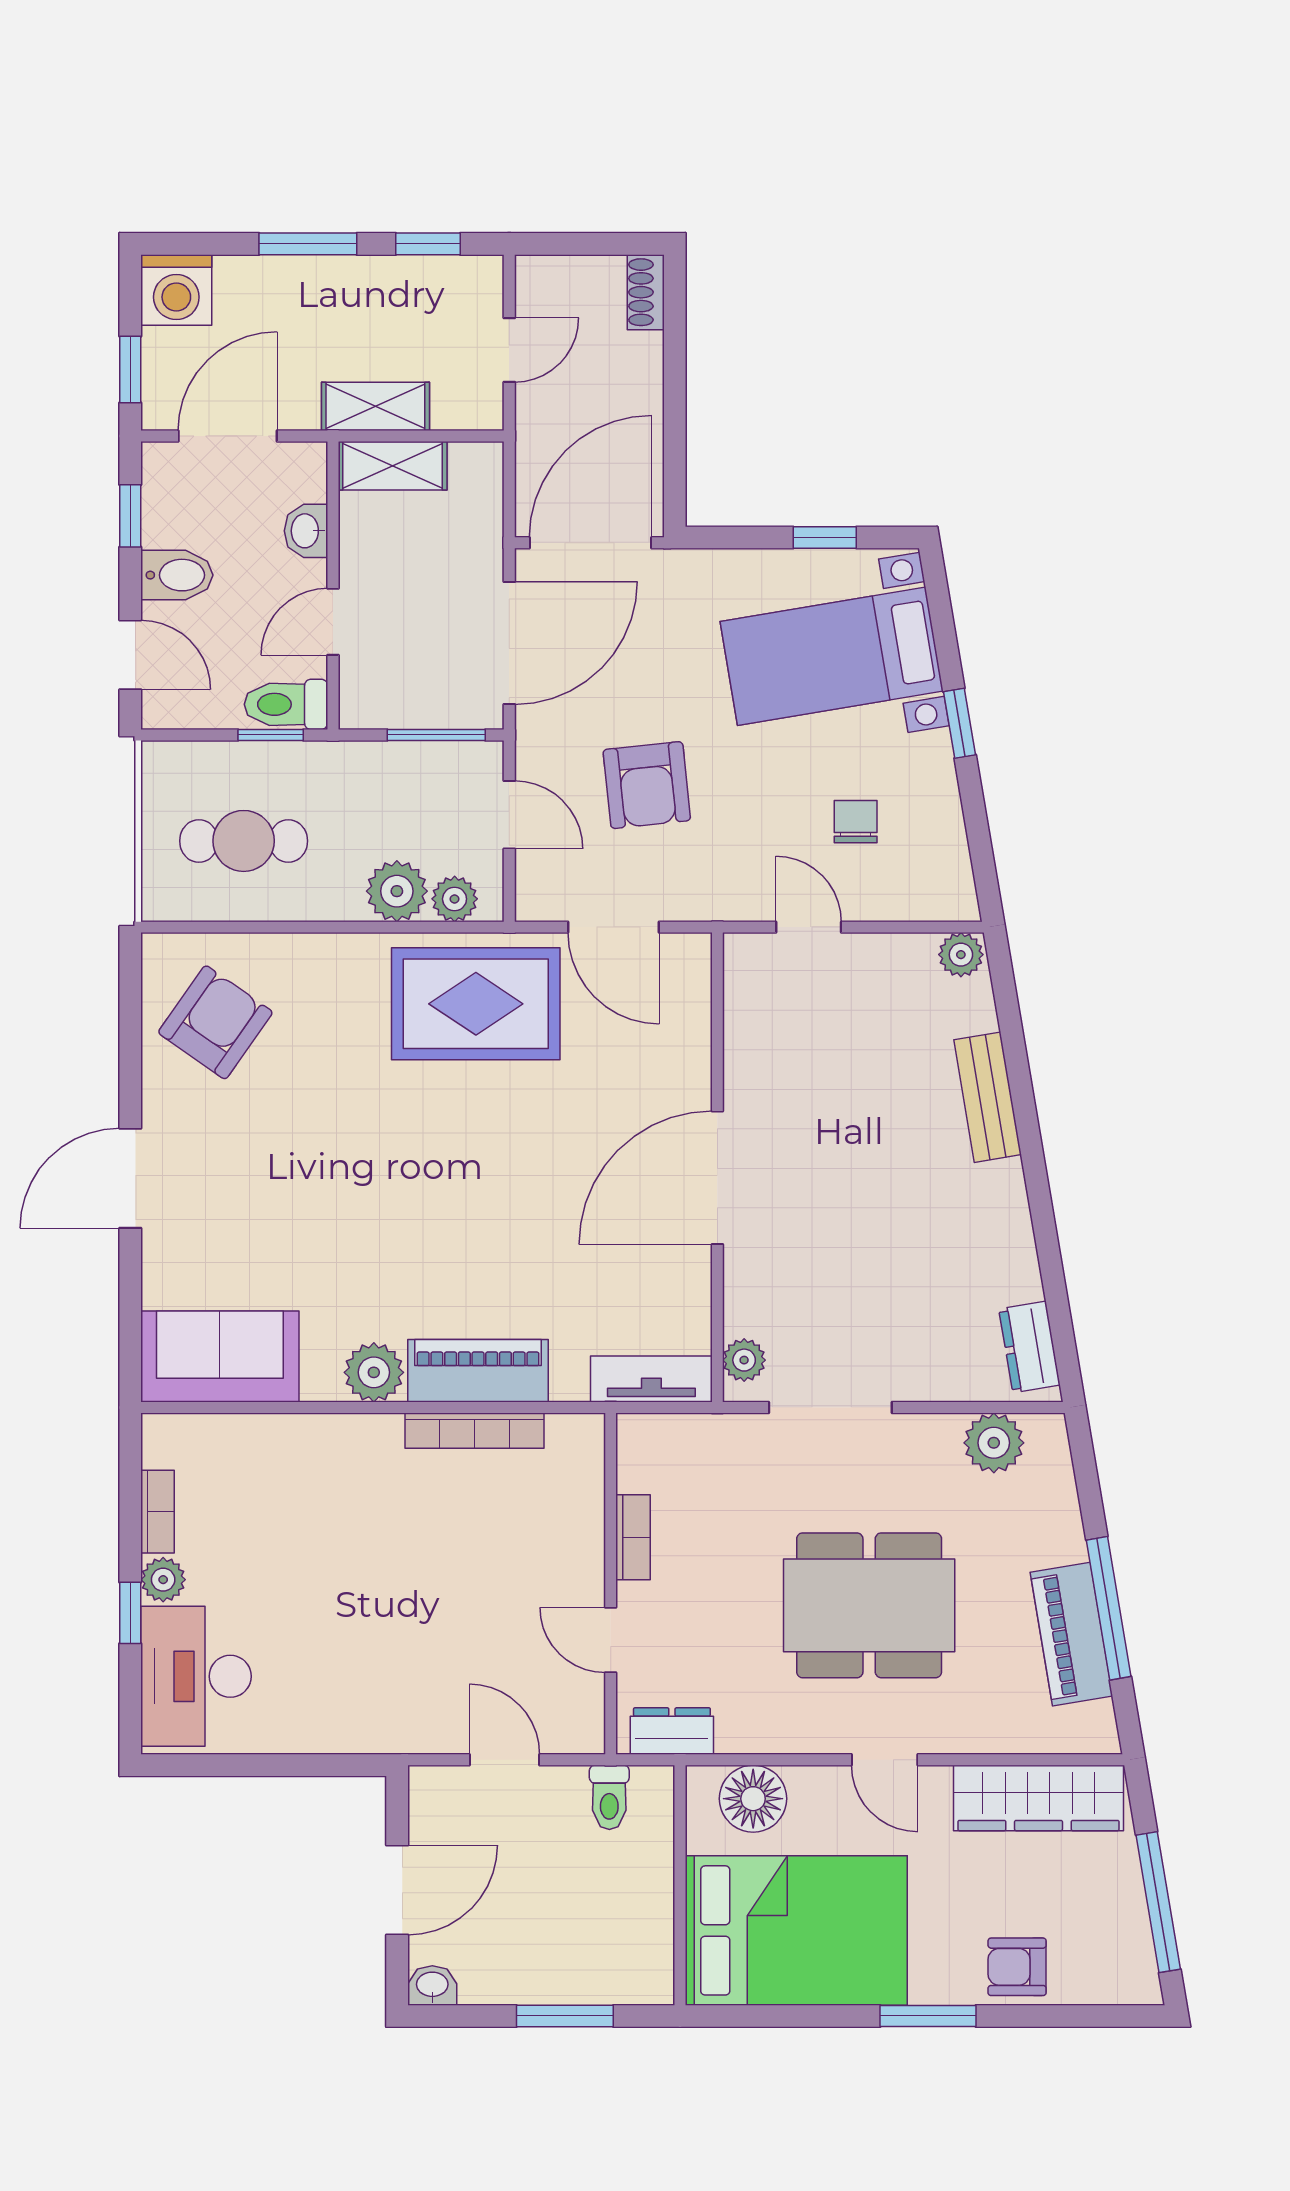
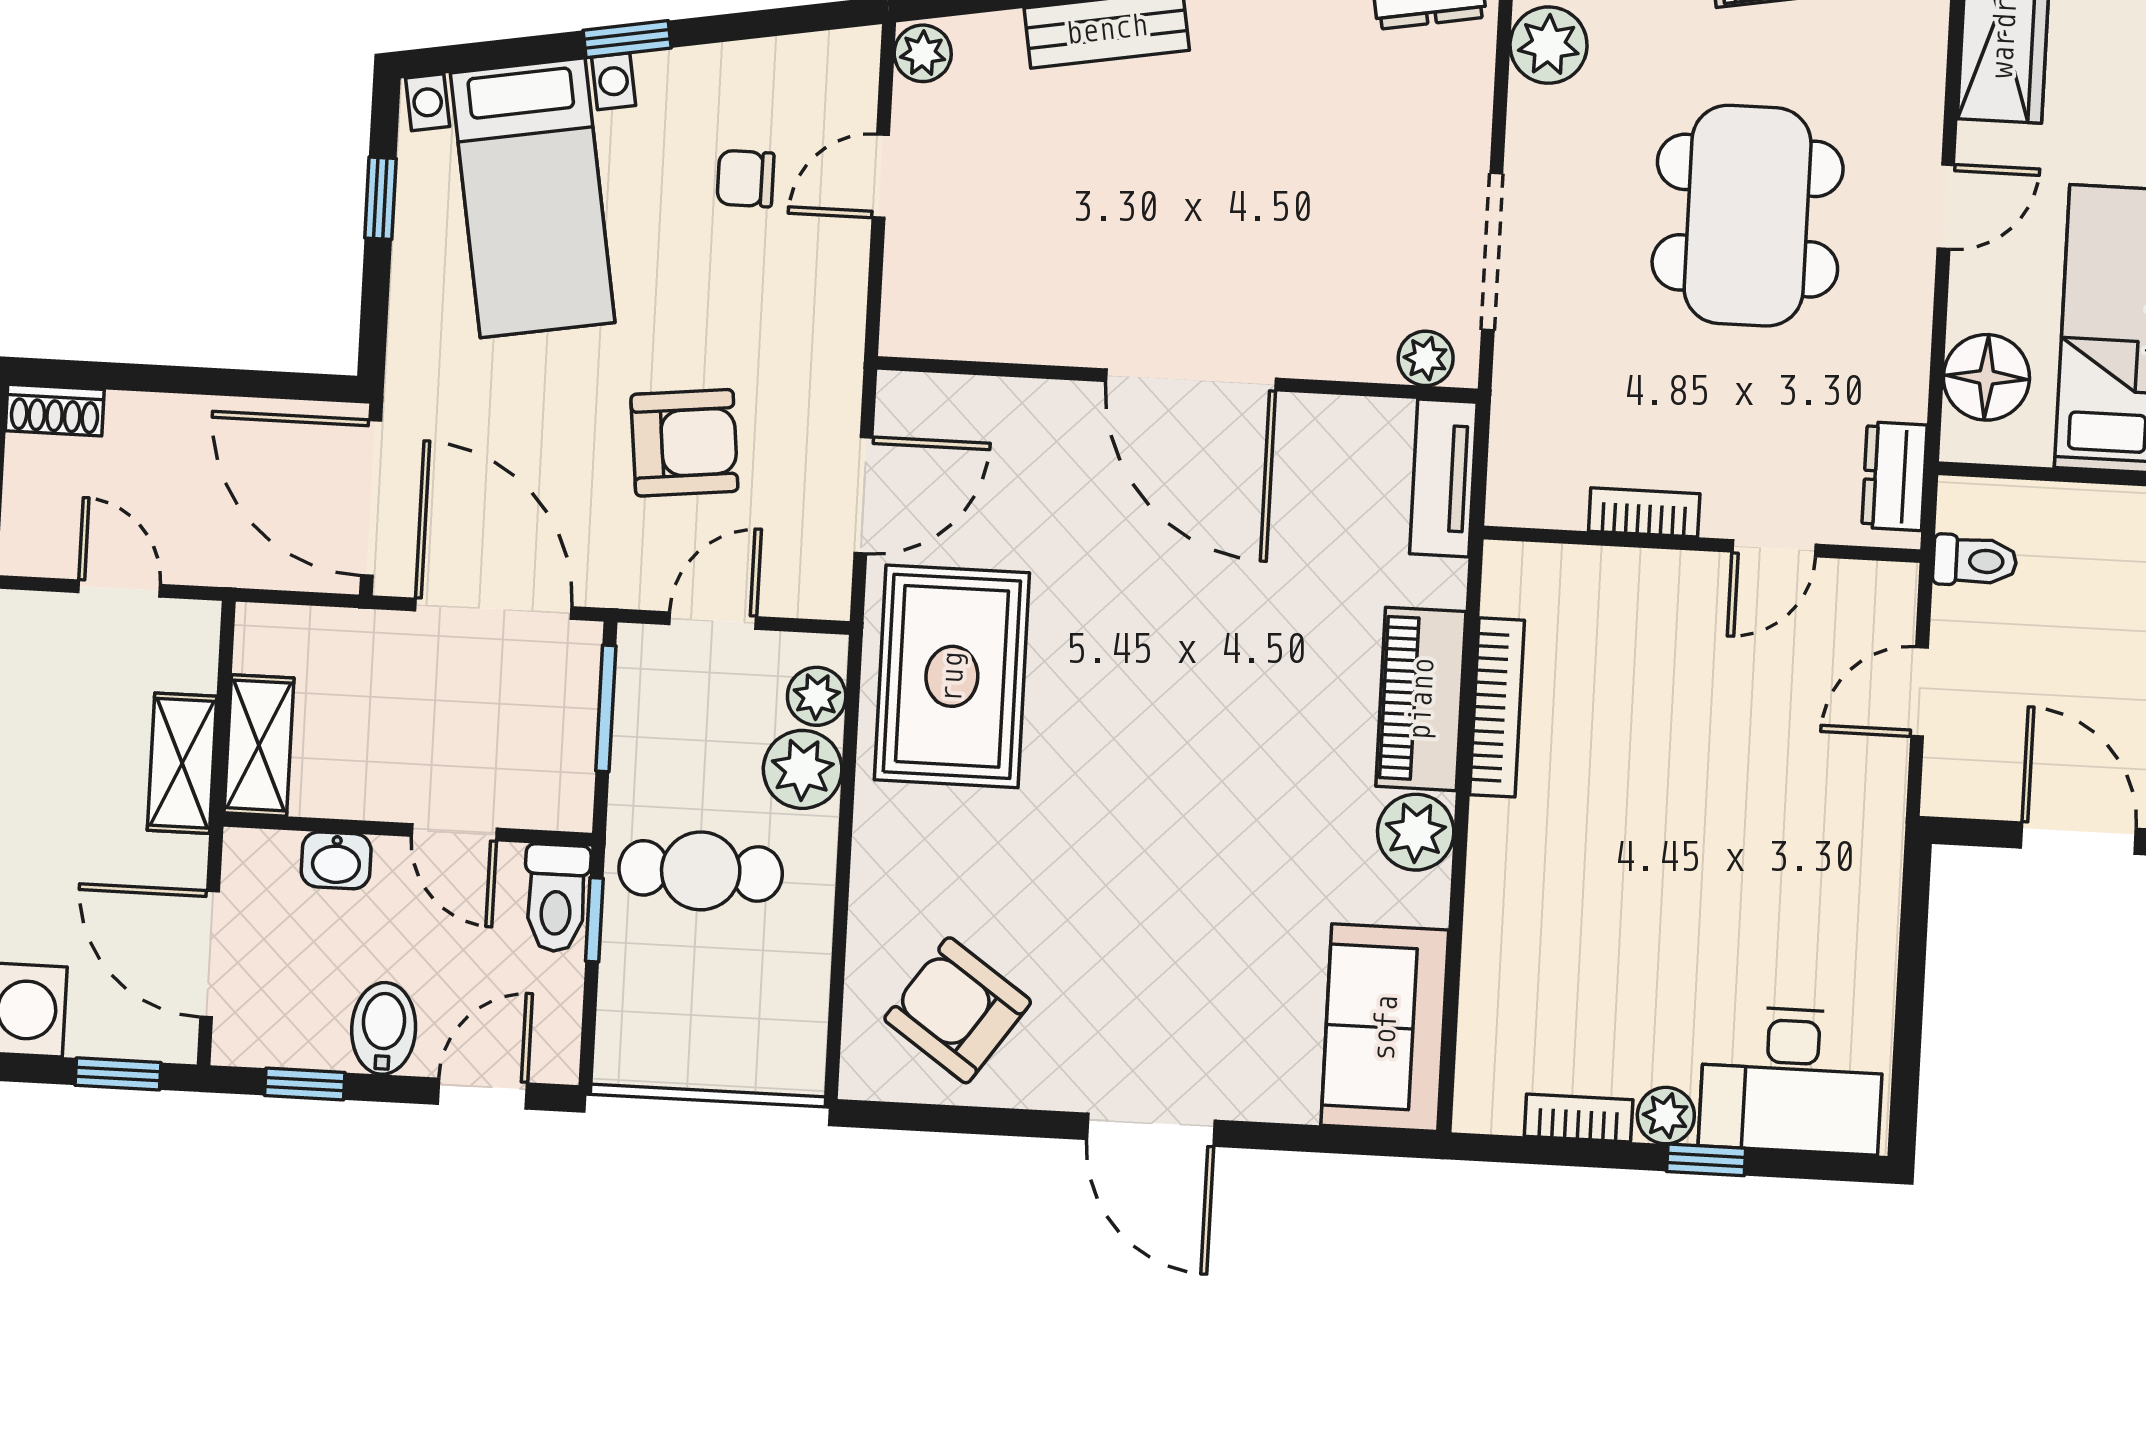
cafe table: (244, 841) -> (701, 871), moved, turned 90
door: (809, 927) -> (881, 176), moved

